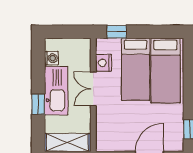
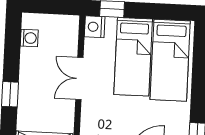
nightstand: (104, 63) -> (95, 27), moved
kitchen sink: (56, 91) -> (33, 79), removed

